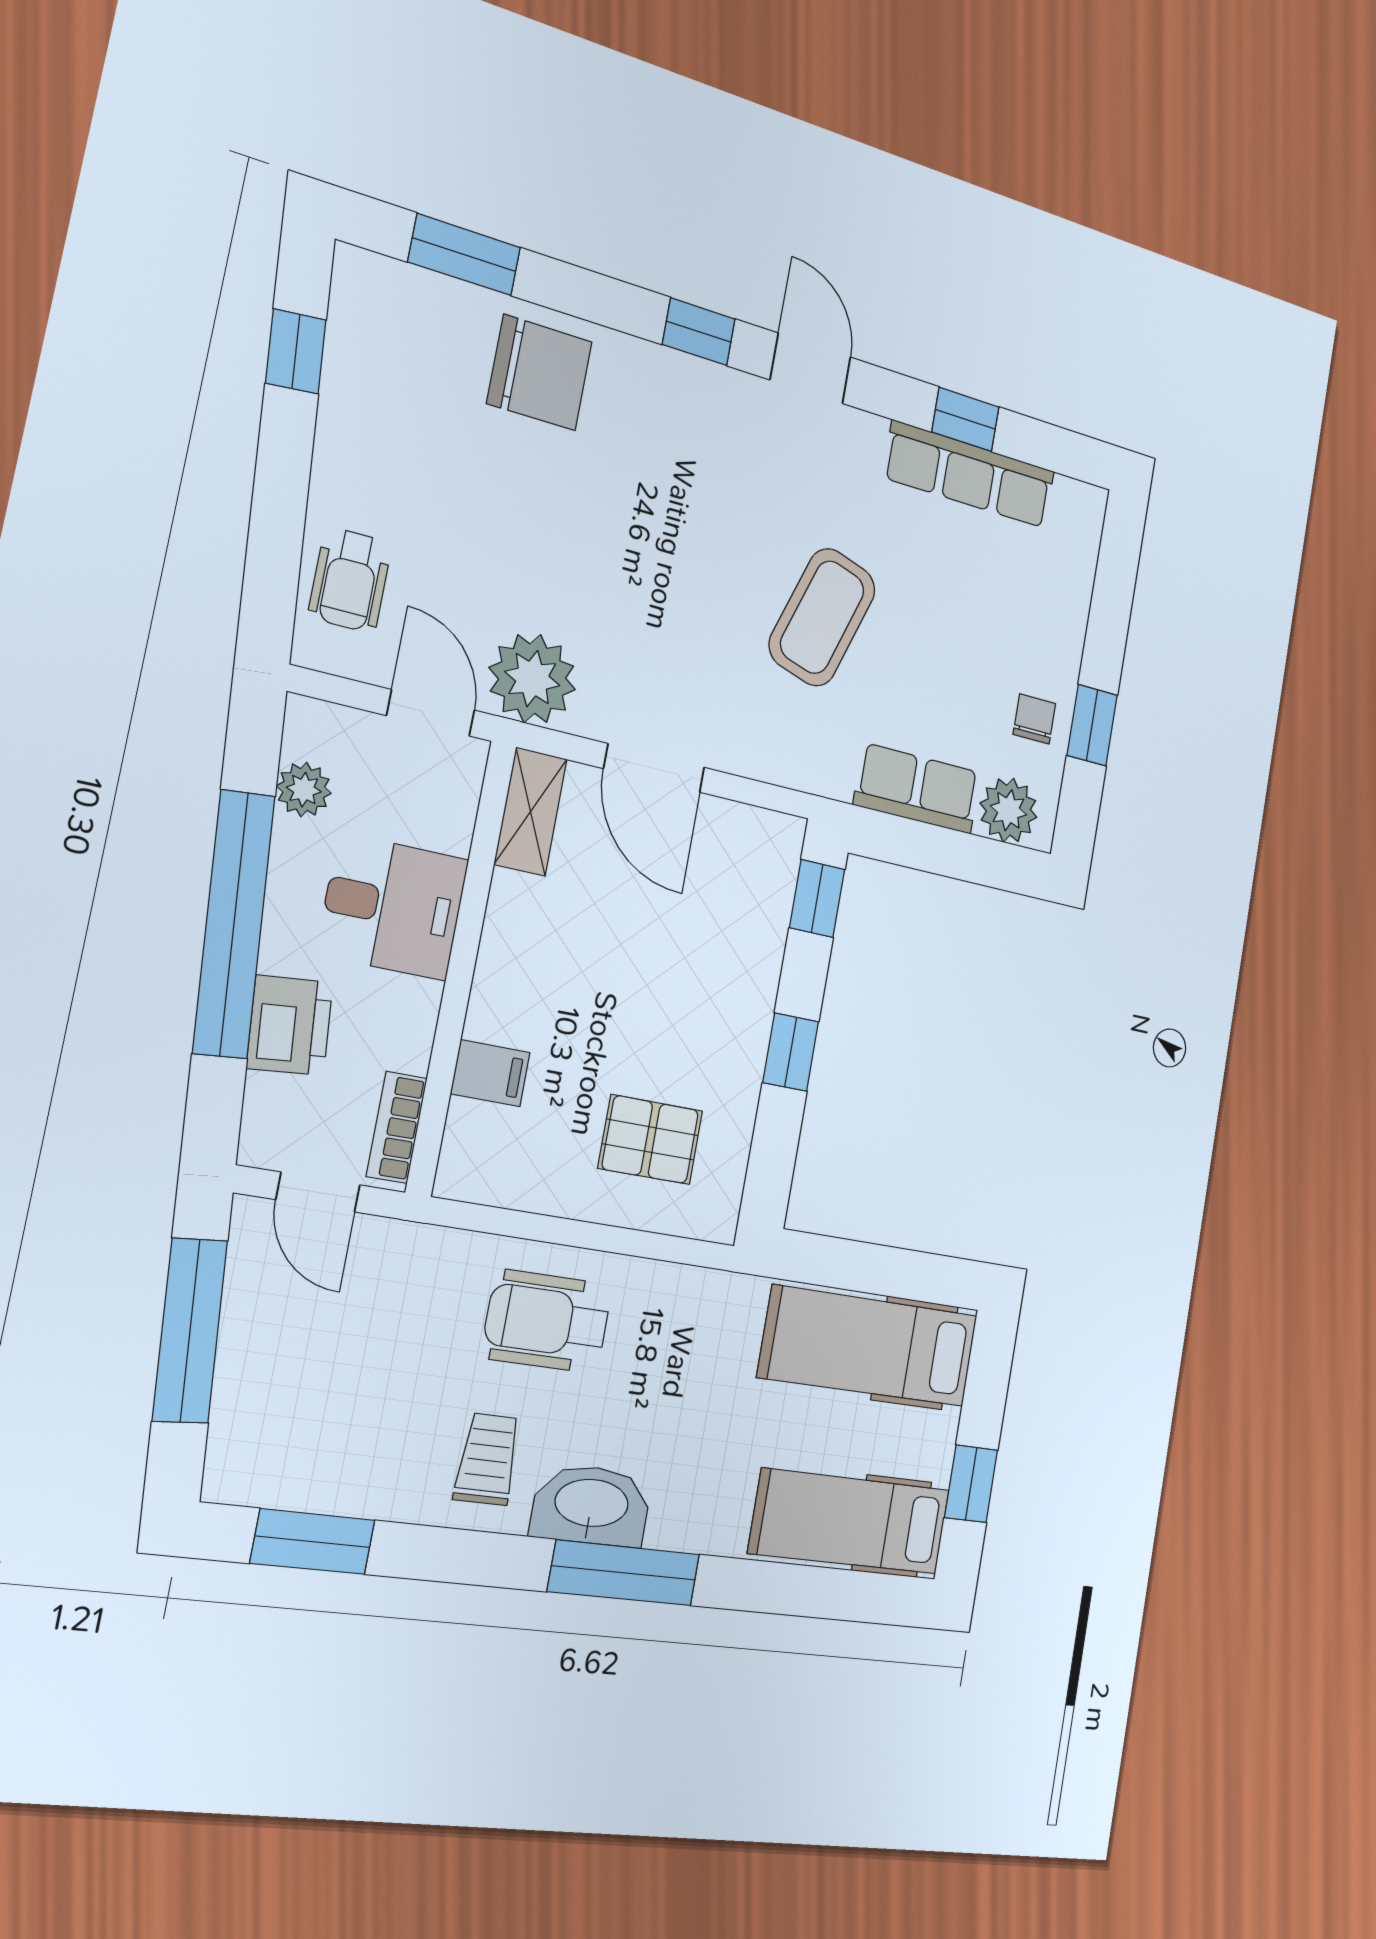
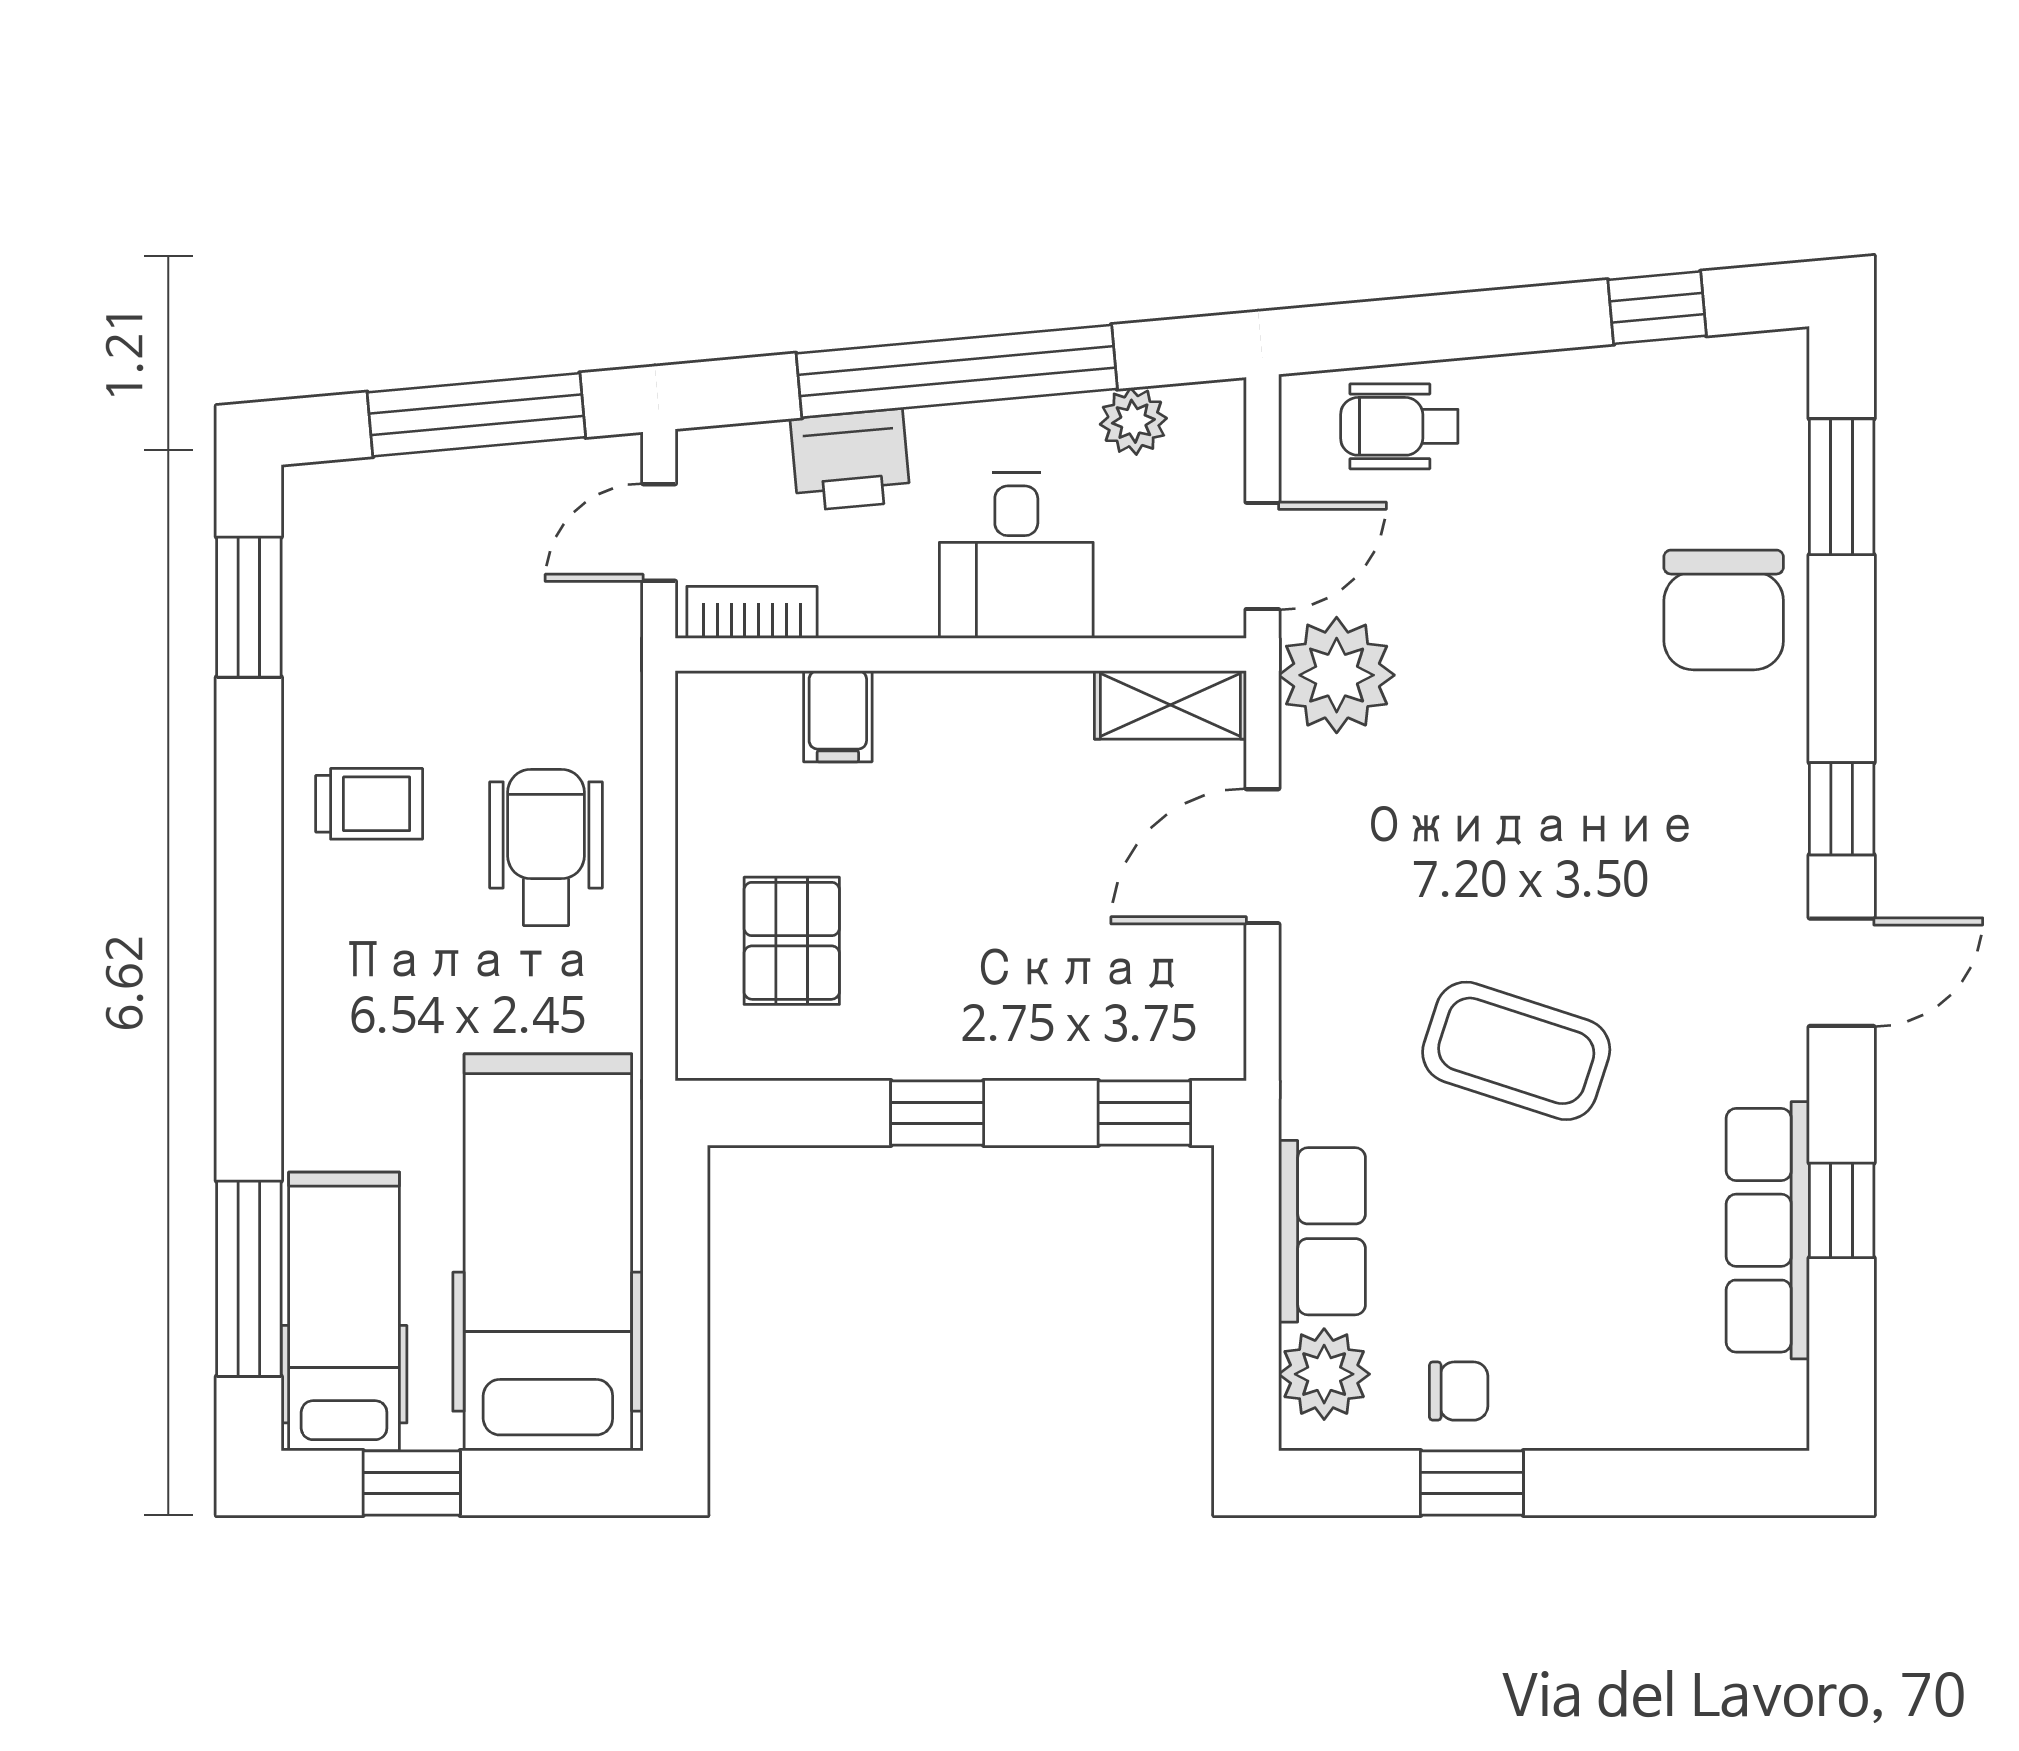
hospital bed: (869, 1346) -> (548, 1252), width x1.37, depth x1.29
washbasin: (591, 1505) -> (328, 949), removed
window: (624, 1573) -> (249, 1279), moved

